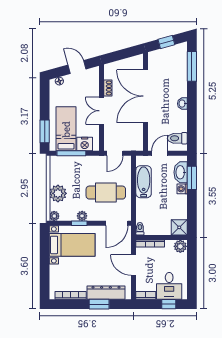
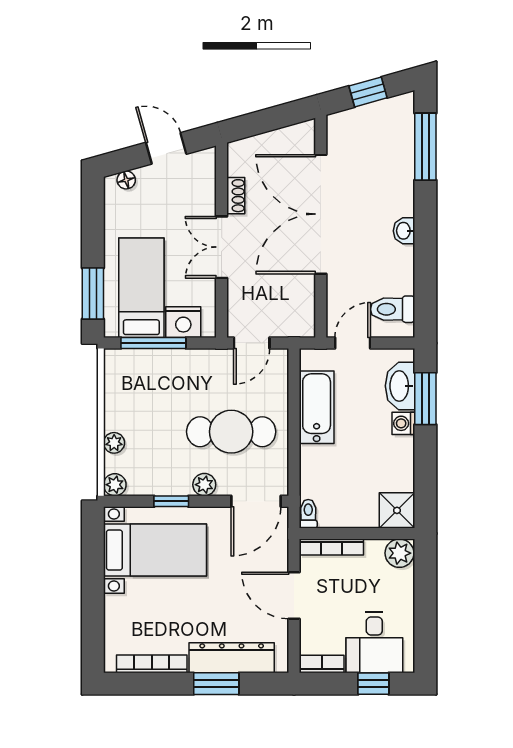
plant: (58, 193) -> (114, 443), width x0.53, depth x0.53
plant: (82, 216) -> (204, 485), moved

